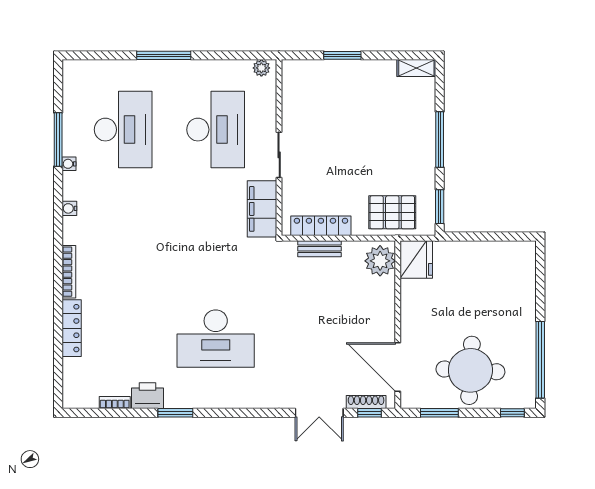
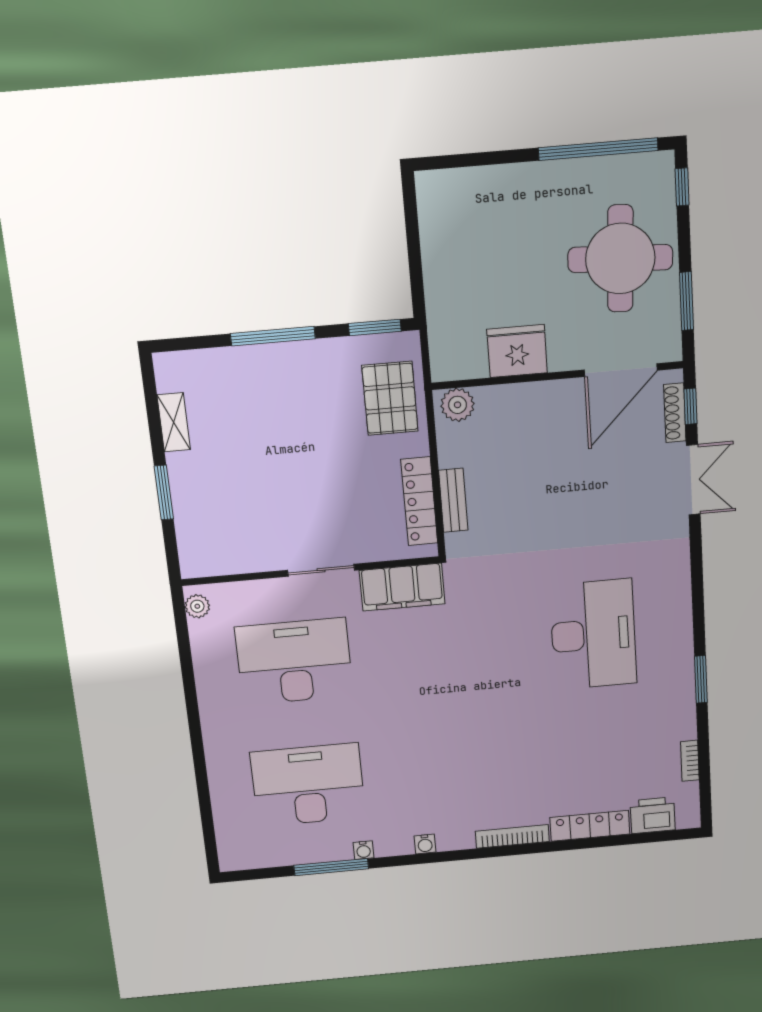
window: (164, 55) -> (197, 741), removed
shelving: (416, 68) -> (174, 422), moved
fridge: (416, 259) -> (517, 351), moved
plant: (380, 261) -> (458, 405), width x0.73, depth x0.73
printer: (147, 396) -> (653, 815), moved, turned 90

